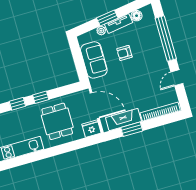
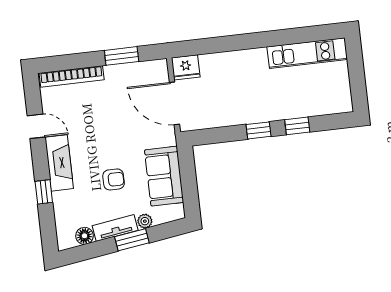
window: (166, 38) -> (44, 192), width x0.32
door: (177, 78) -> (36, 126), hinge flipped
fireplace: (123, 120) -> (59, 163), moved, turned -90
dining table: (57, 121) -> (238, 88), removed

